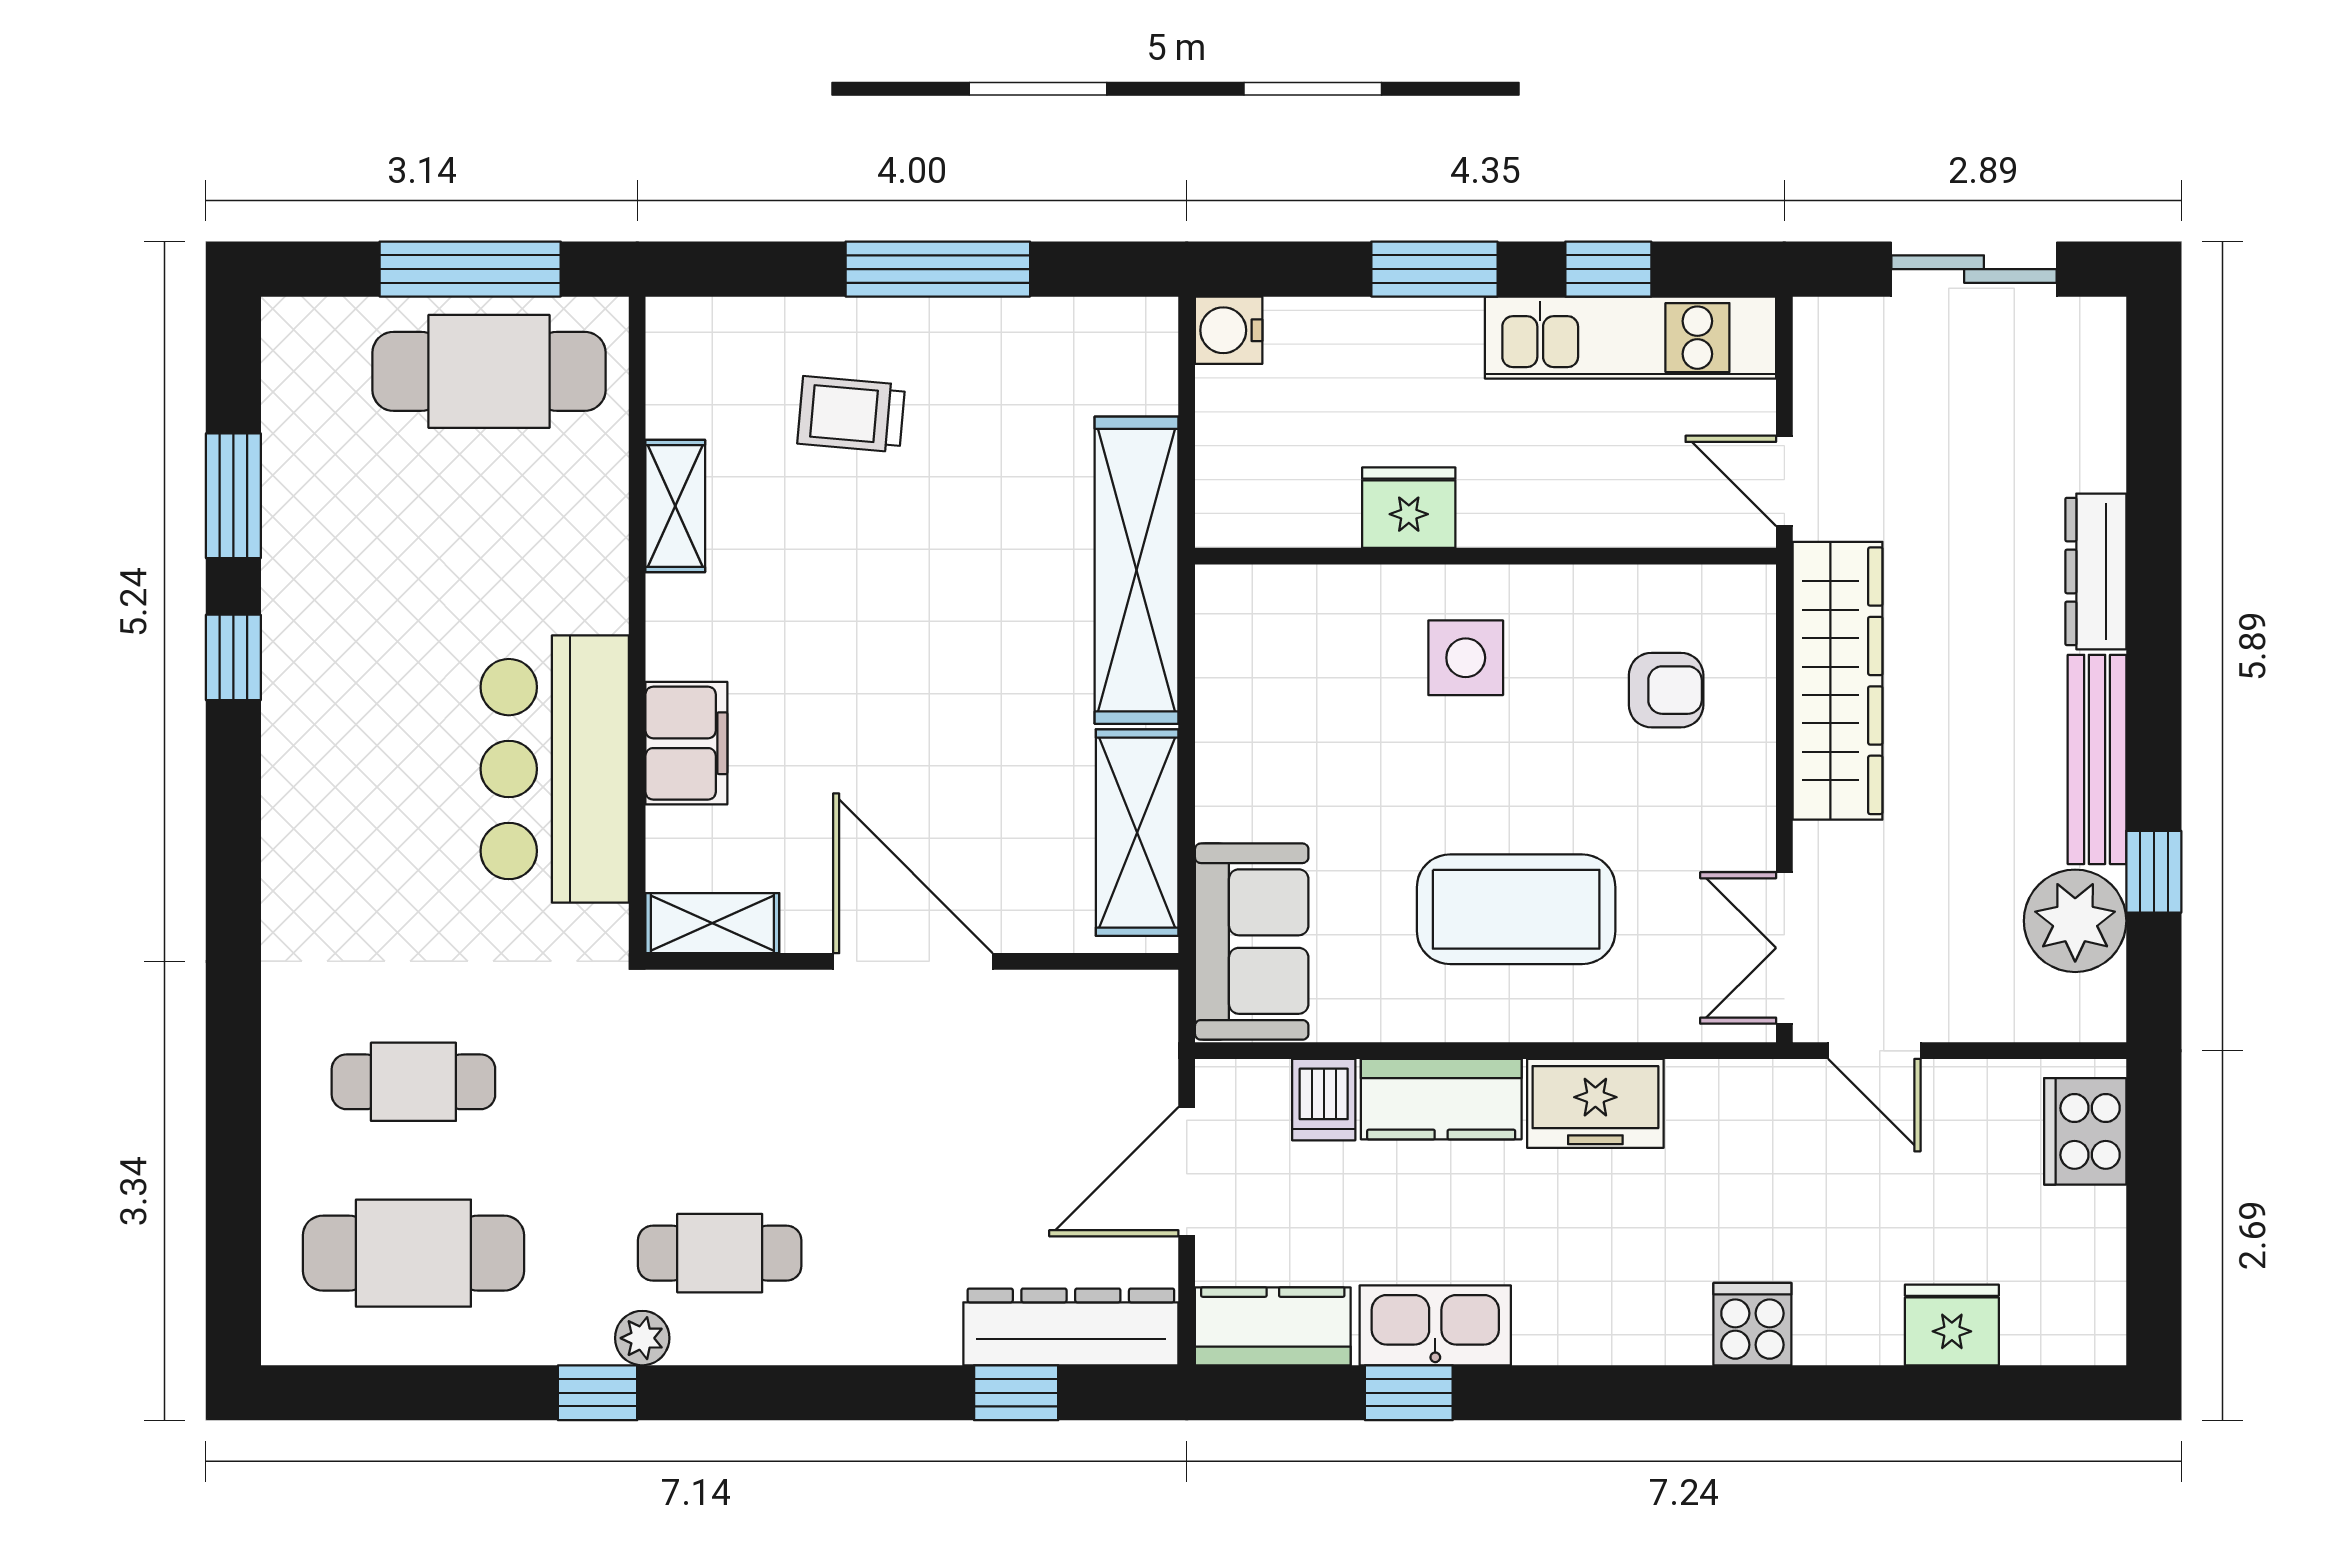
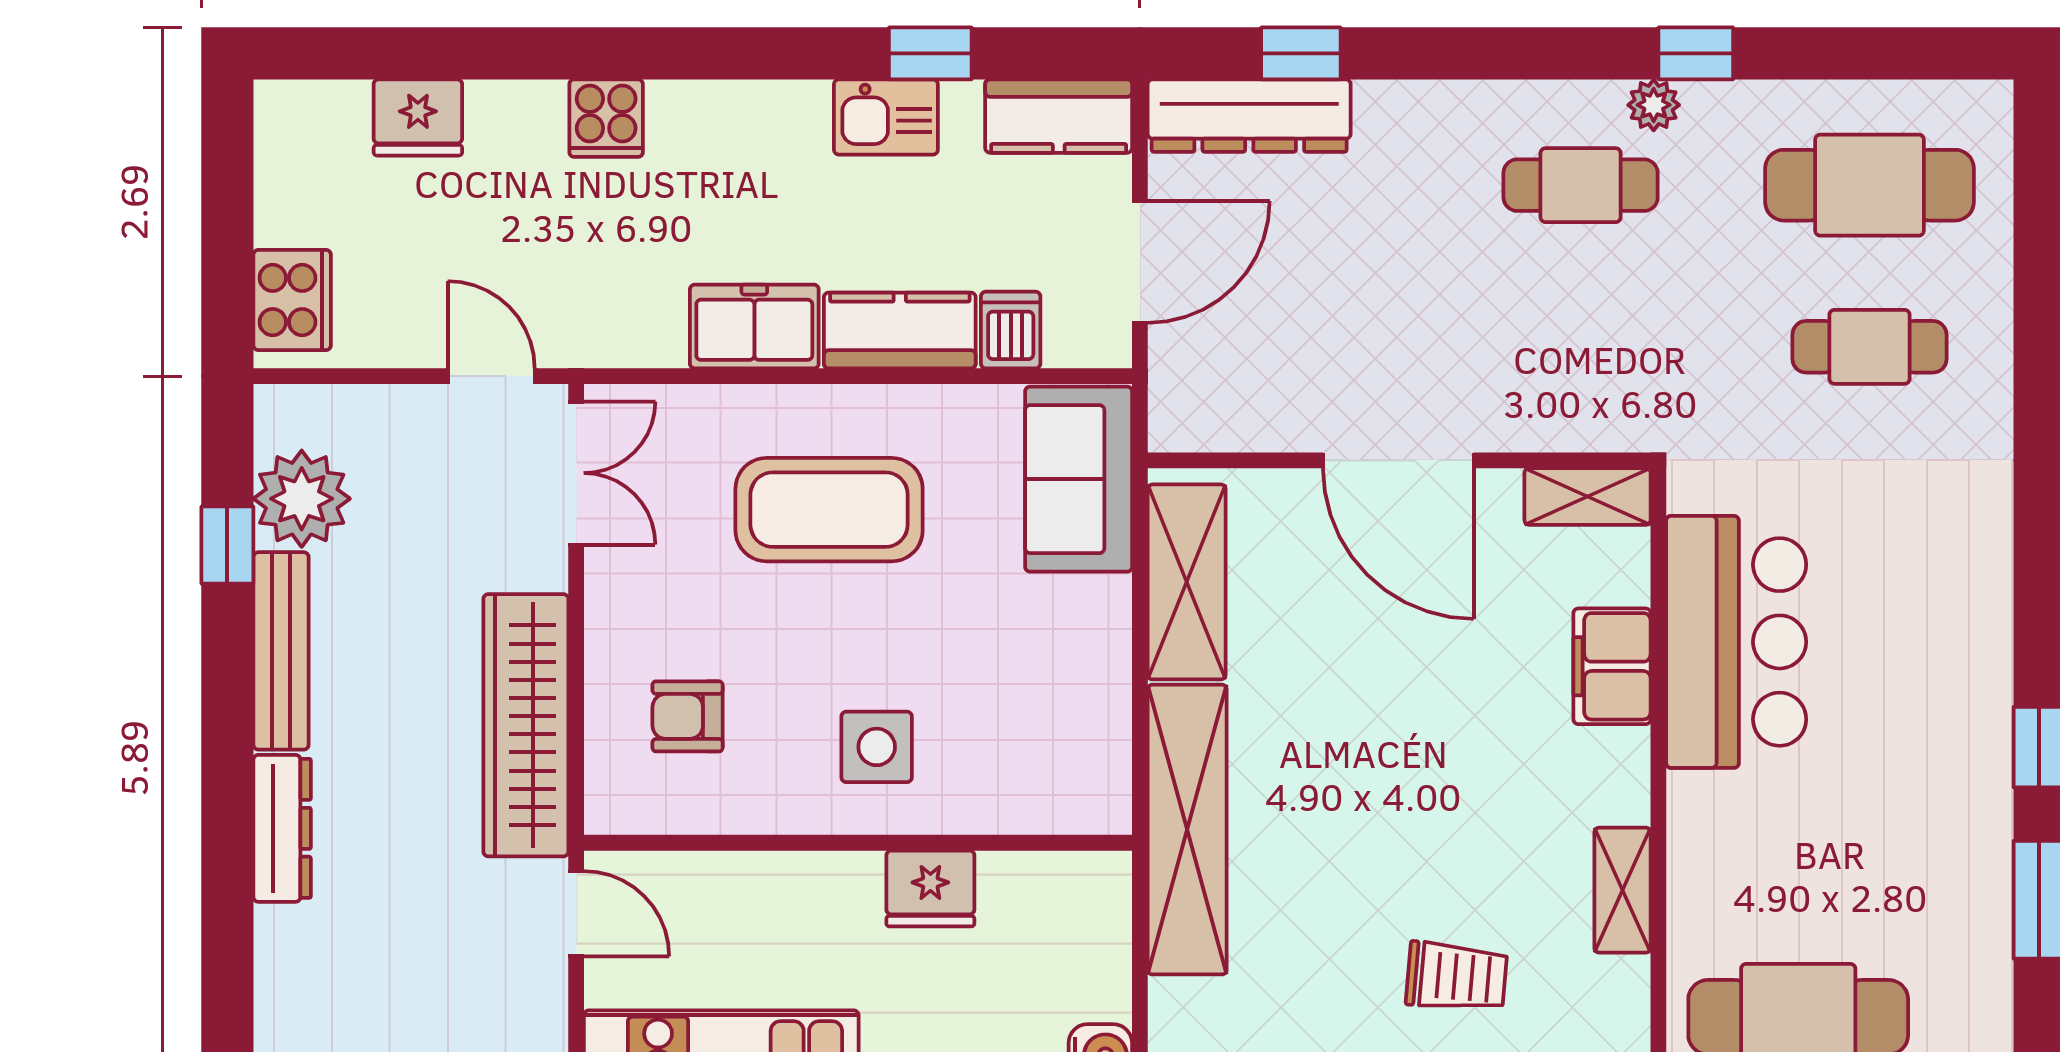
kitchen sink: (1435, 1325) -> (886, 117), width x0.73

